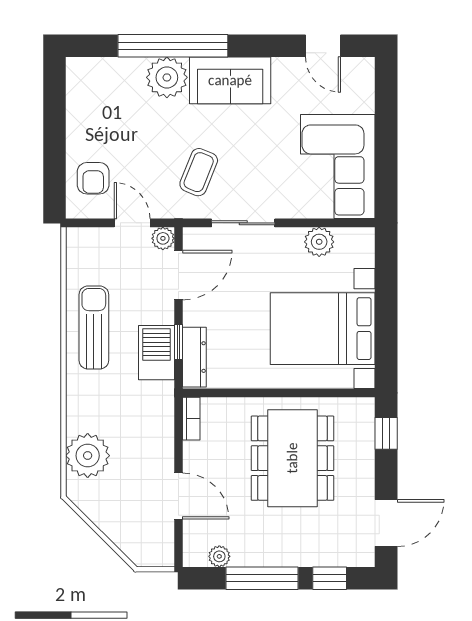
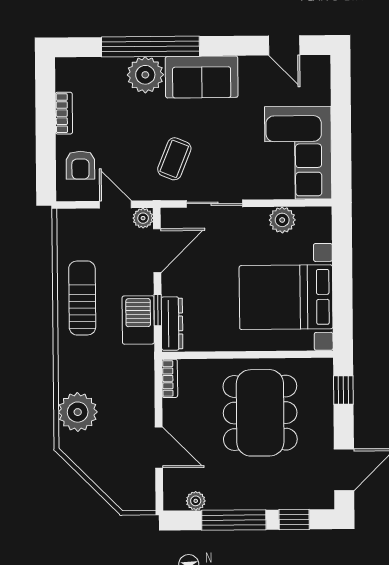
bookcase: (75, 120) -> (64, 113), added

